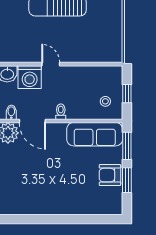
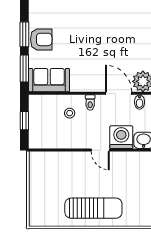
stool: (105, 101) -> (70, 113), moved
sofa: (95, 134) -> (49, 80), width x0.73

